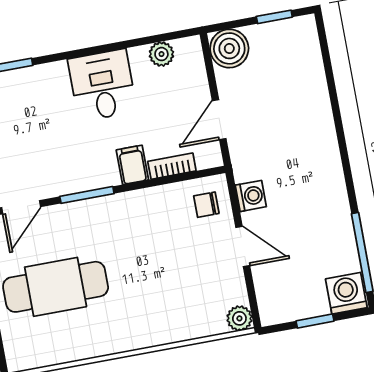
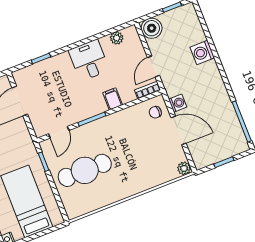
bookcase: (172, 166) -> (147, 90), moved
door: (243, 247) -> (179, 130), width x1.38
washing machine: (346, 293) -> (202, 52), moved, turned -90

